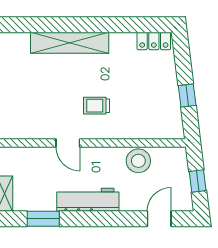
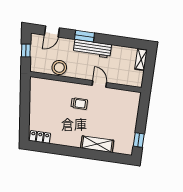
shelving: (70, 43) -> (97, 144), width x0.68
window: (187, 96) -> (25, 102), removed
window: (43, 219) -> (85, 36), moved

